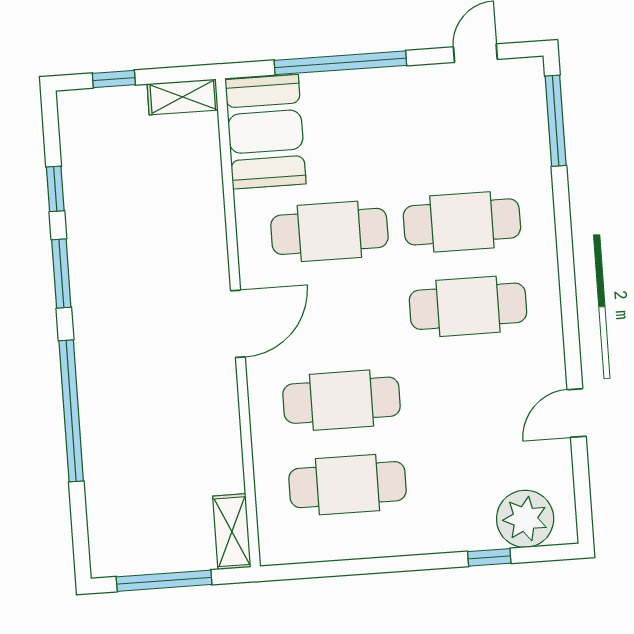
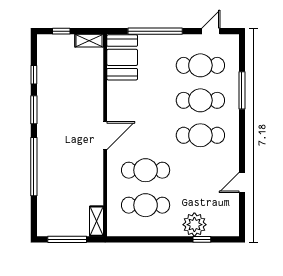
window: (556, 121) -> (242, 90), moved
cafe table: (329, 231) -> (200, 65), moved
plant: (525, 519) -> (194, 225), moved

